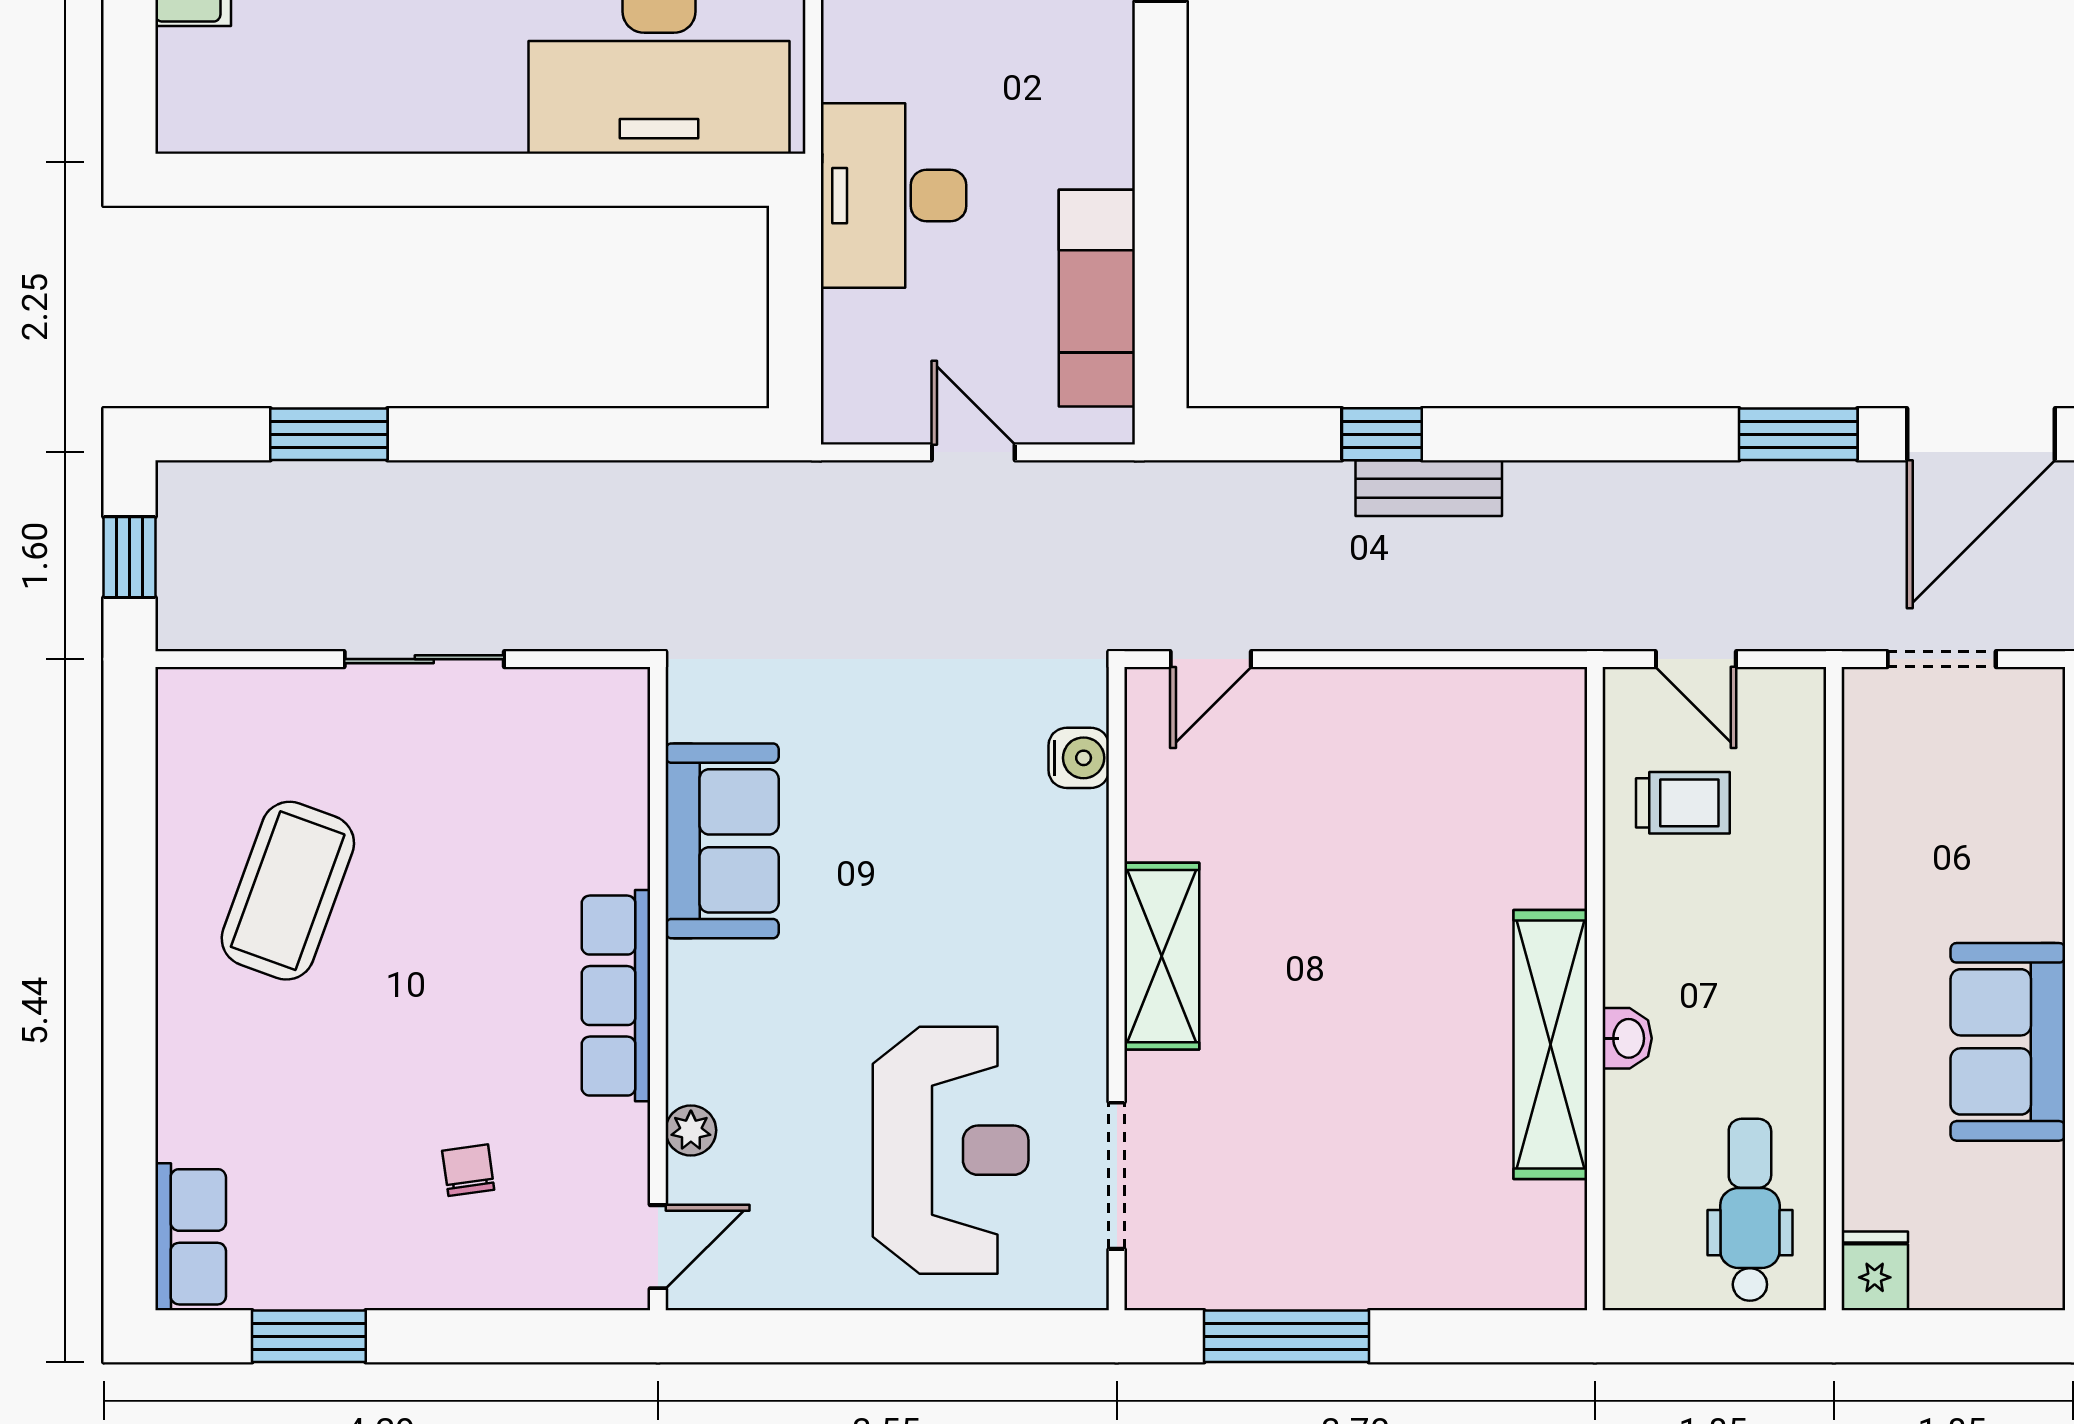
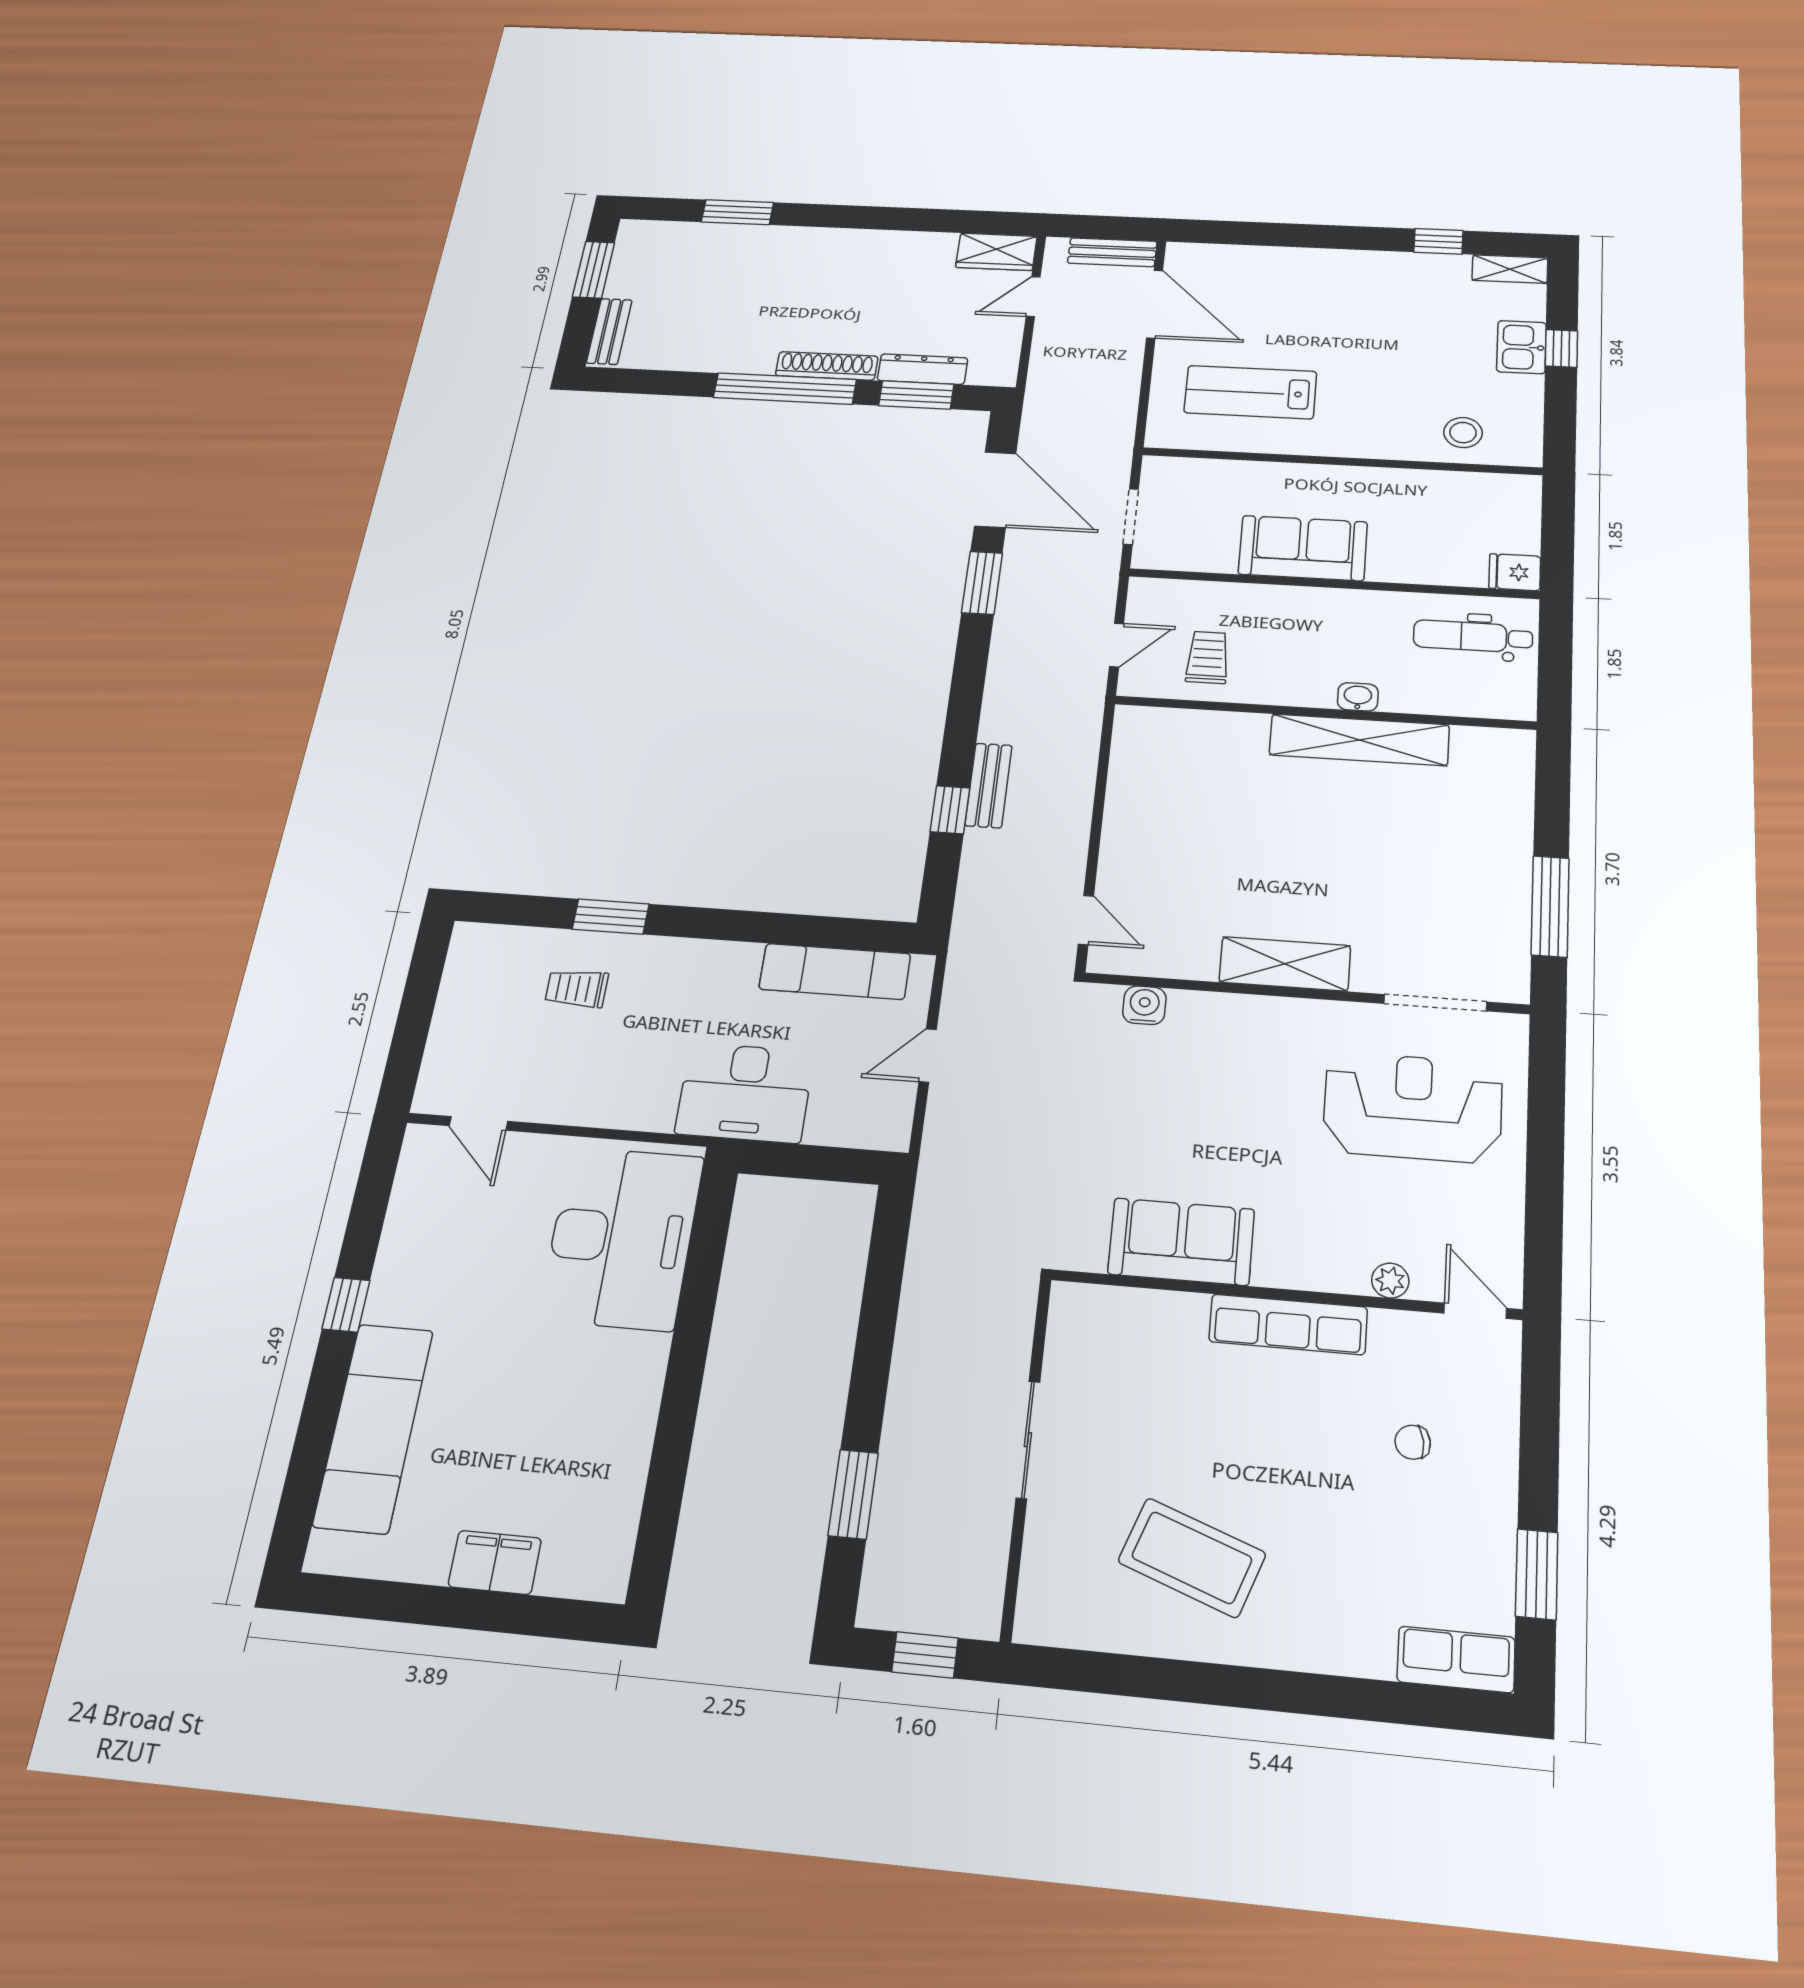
sofa: (2008, 1042) -> (1303, 548), moved, turned 180

